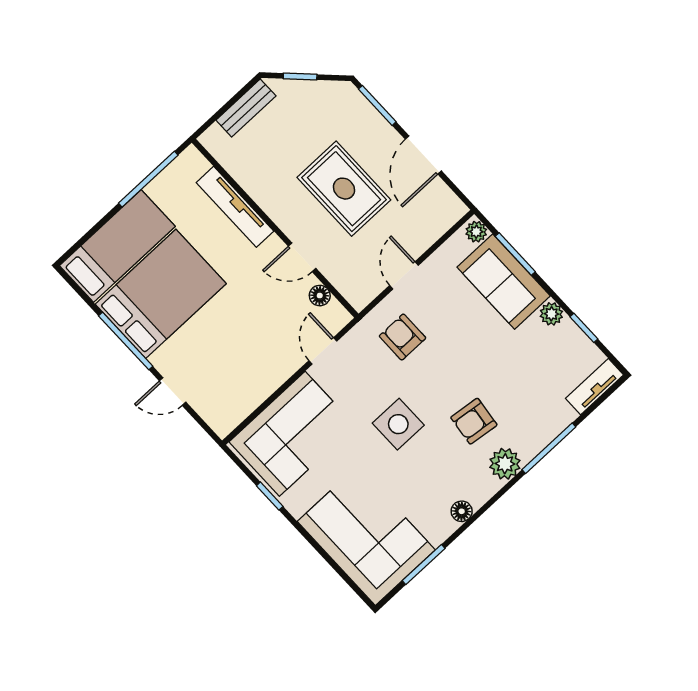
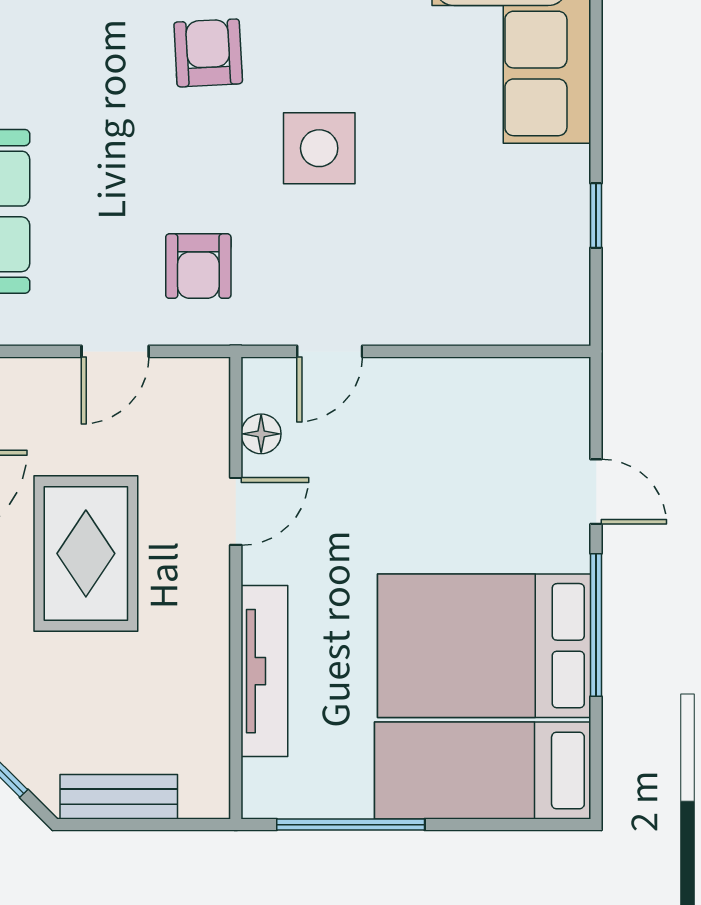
door: (302, 257) -> (236, 511), hinge flipped
armchair: (474, 421) -> (208, 53), turned -100
corner sofa: (292, 434) -> (482, 274), removed

